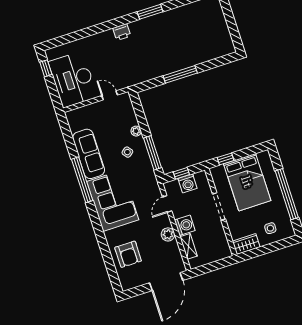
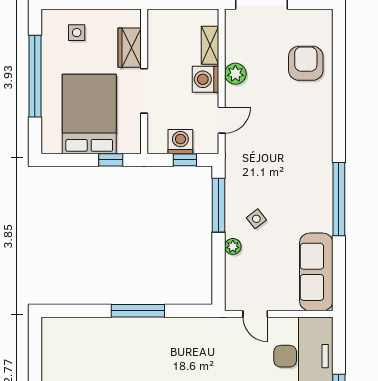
sofa: (89, 154) -> (316, 272), moved
corner sofa: (113, 201) -> (303, 152), removed
wardrobe: (246, 244) -> (130, 48), moved, turned 90

